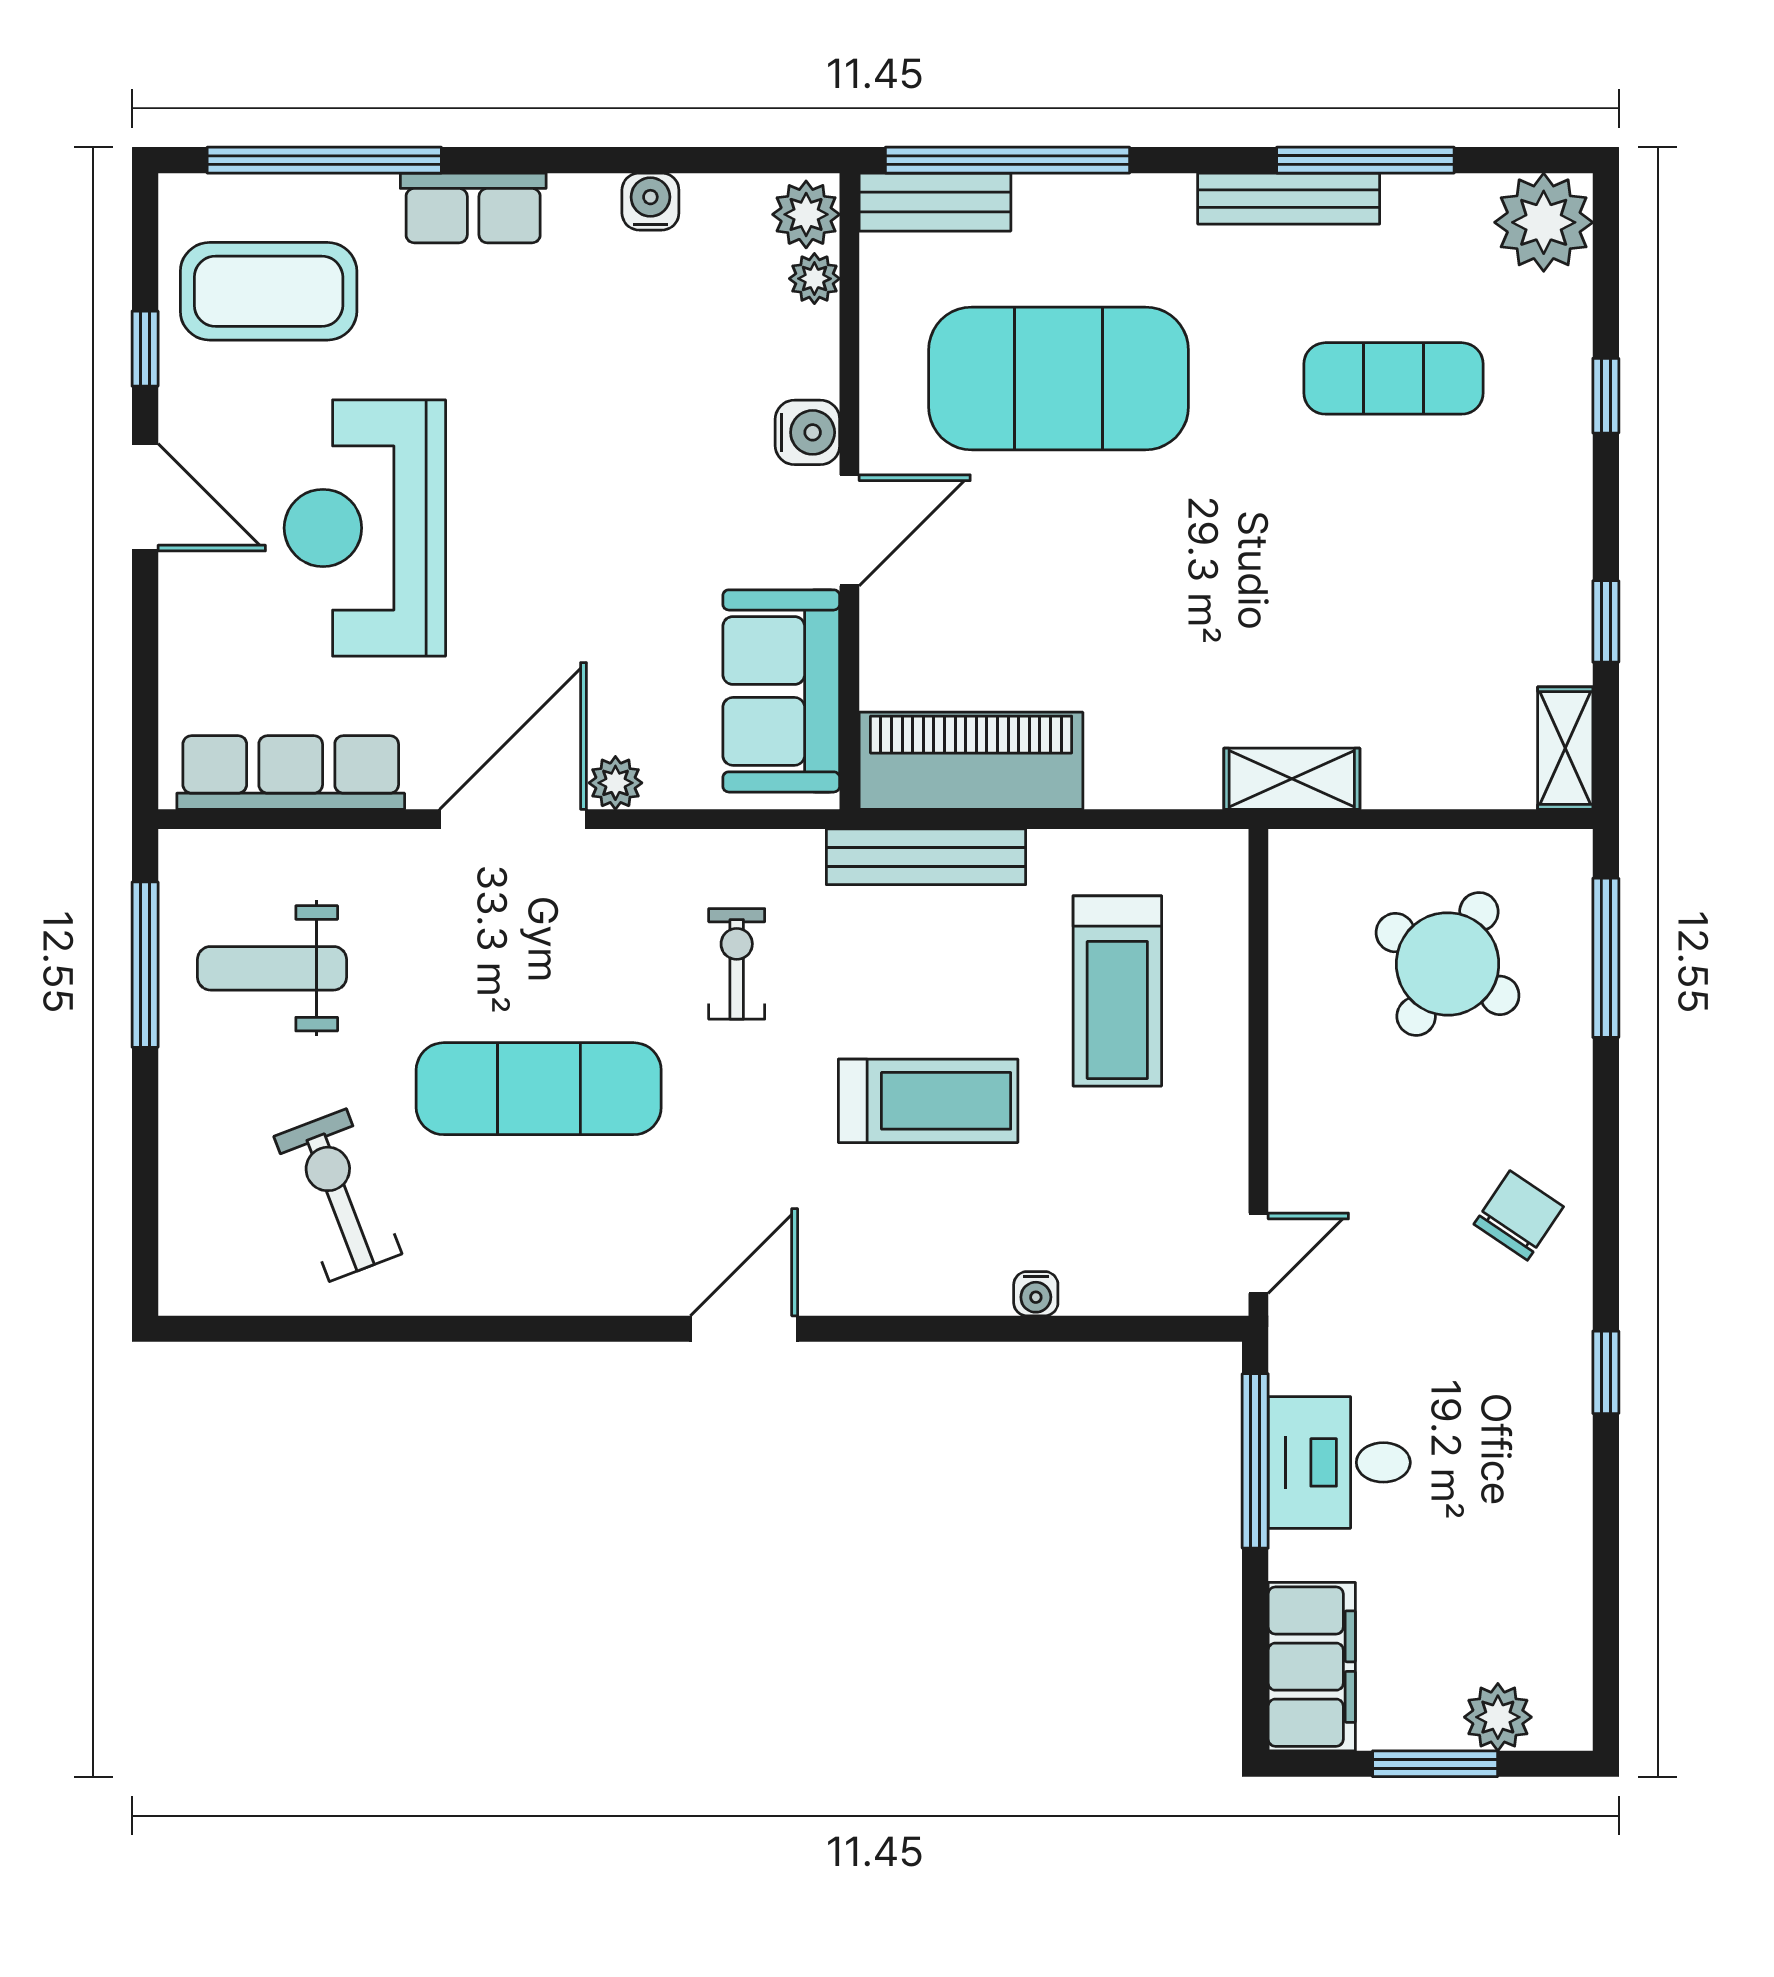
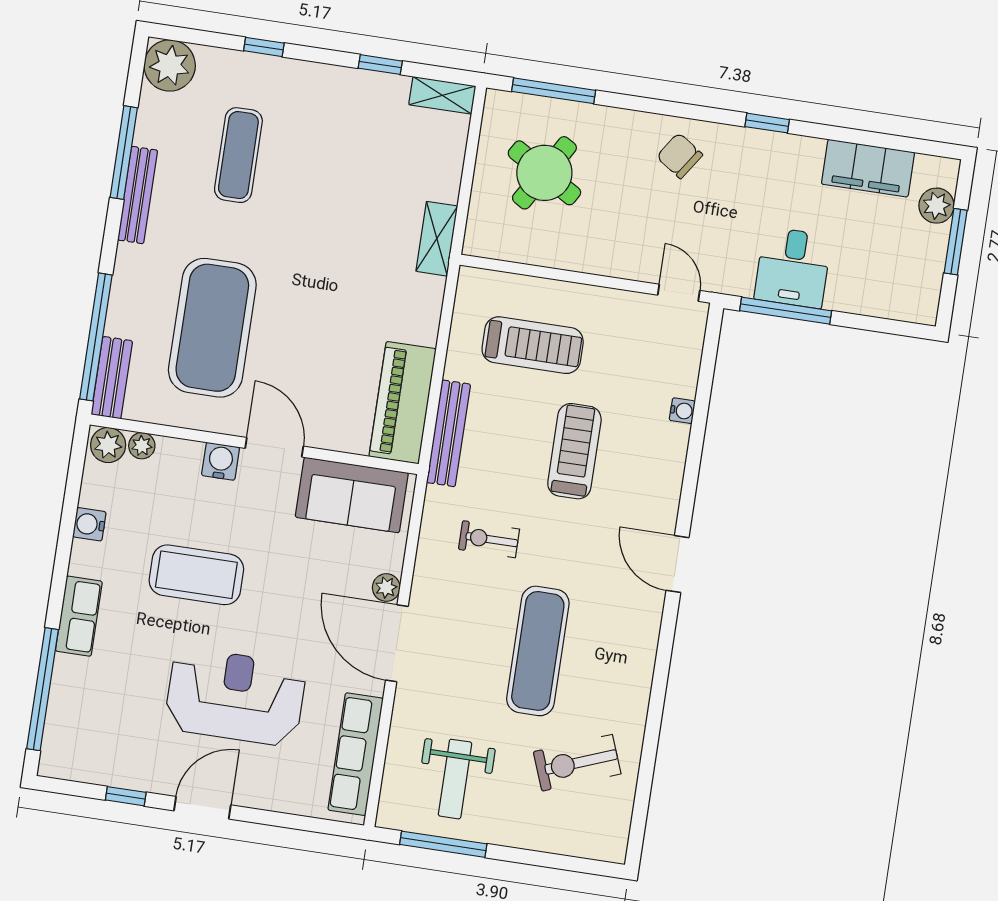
coffee table: (269, 291) -> (196, 575), moved, turned 90
reception desk: (365, 528) -> (235, 697), turned 180
filing cabinet: (1312, 1667) -> (868, 168), moved, turned 180

